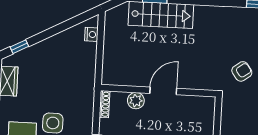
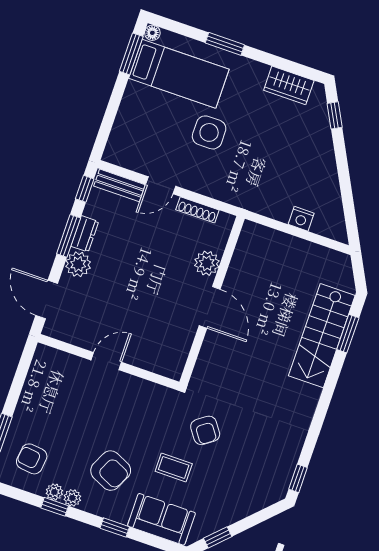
nightstand: (91, 34) -> (301, 219), moved
shoe rack: (104, 104) -> (197, 210), moved

